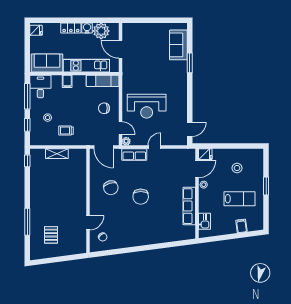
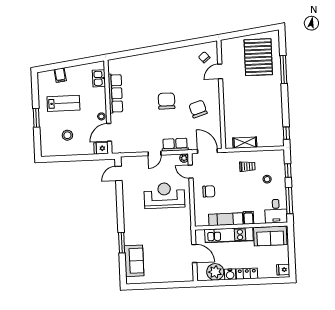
exam couch: (103, 81) -> (226, 219), moved
shelving: (57, 154) -> (245, 143), moved
lab bench: (239, 199) -> (63, 103), turned 180
pallet: (51, 235) -> (258, 57), width x2.05, depth x2.00

